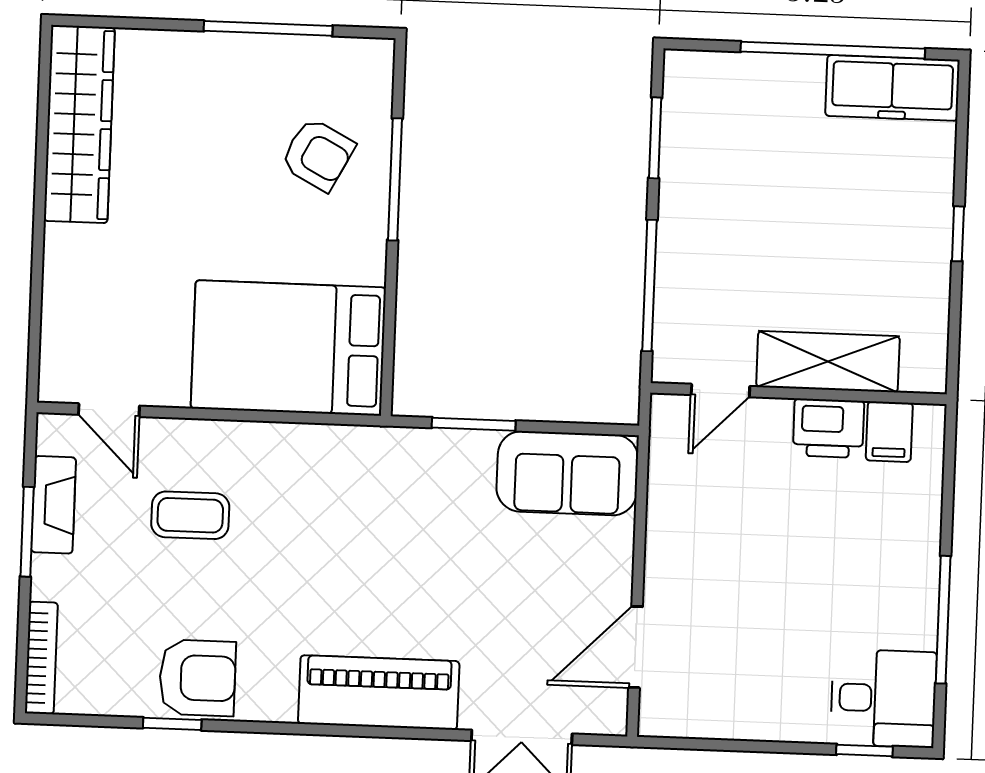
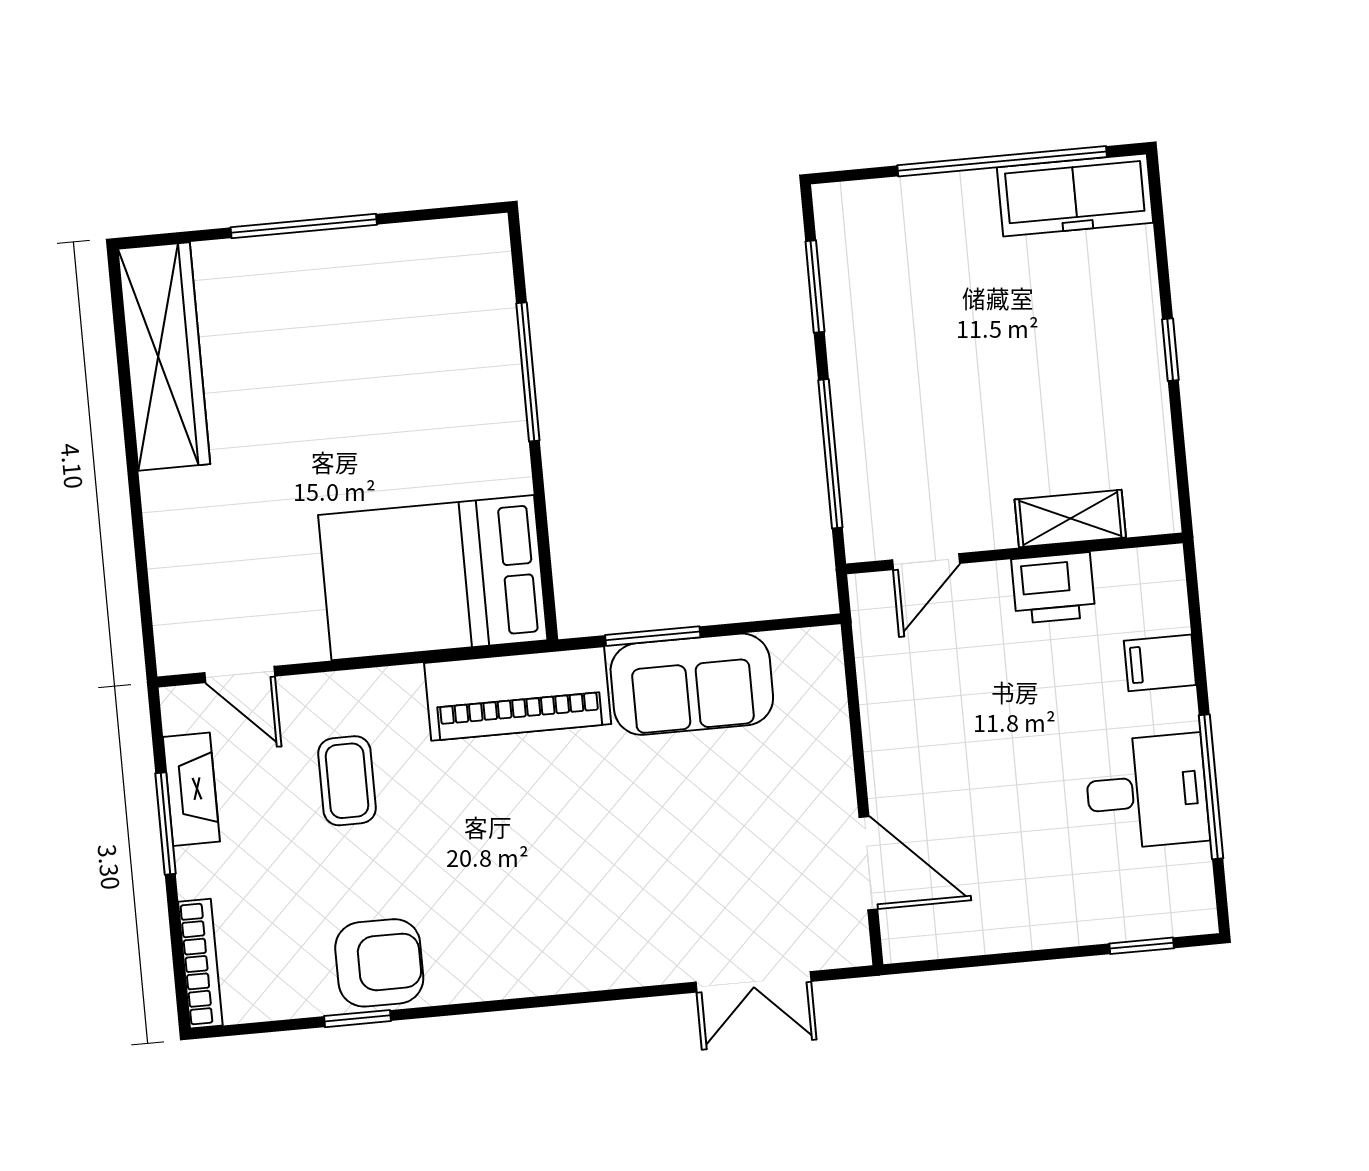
window: (268, 28) -> (304, 226), moved
armchair: (318, 154) -> (437, 355), removed
shelving: (828, 362) -> (1070, 519), width x0.67, depth x0.75
filing cabinet: (889, 432) -> (1160, 663), moved, turned 90
sofa: (567, 473) -> (692, 684), moved
coffee table: (190, 515) -> (347, 781), turned 90
door: (636, 647) -> (868, 863), swing flipped
piano: (379, 692) -> (518, 693), moved, turned 180
desk: (883, 698) -> (1147, 792), moved

